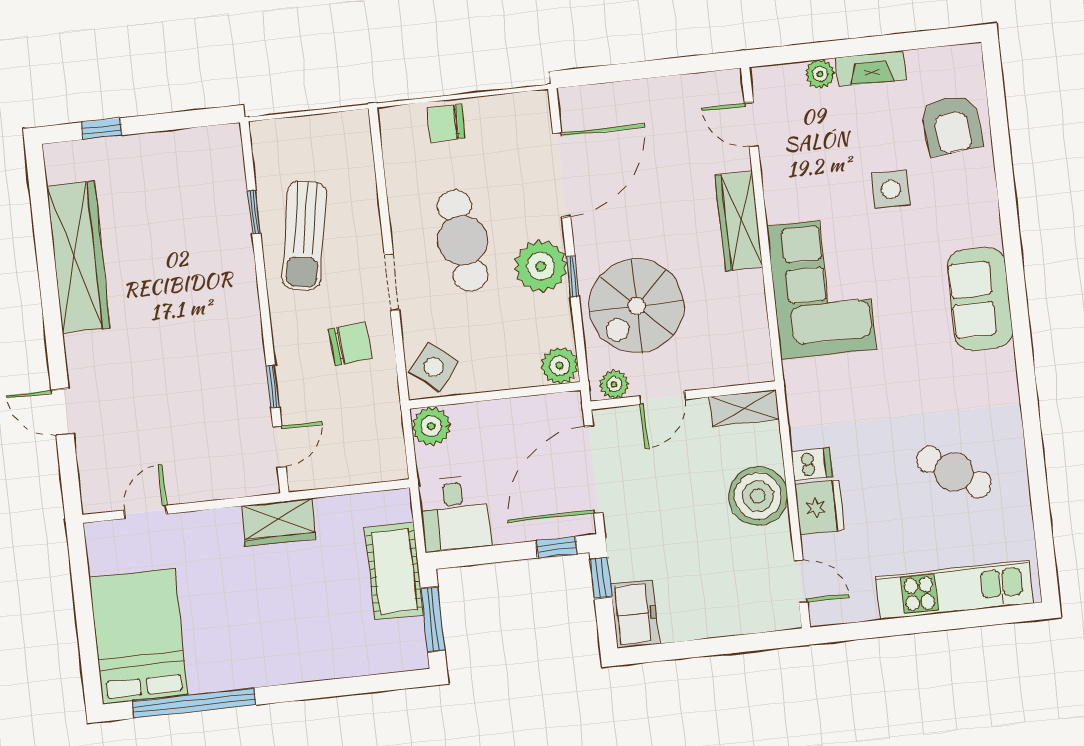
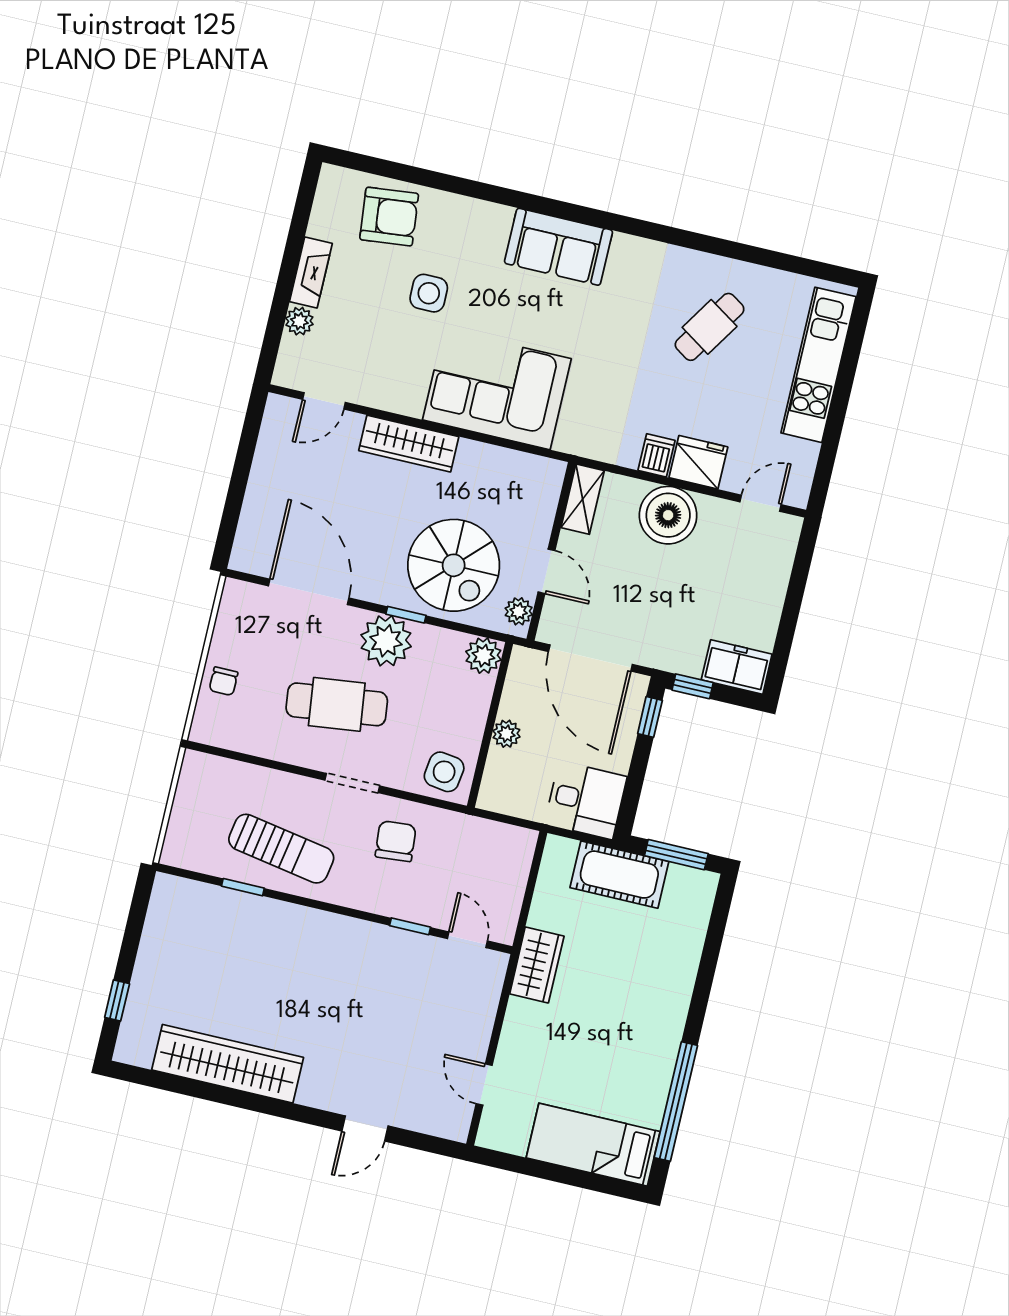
chair: (446, 123) -> (224, 681), width x0.73, depth x0.73
side table: (434, 367) -> (444, 772), turned -31
plant: (431, 426) -> (506, 734), moved, width x0.73, depth x0.73
bed: (139, 636) -> (593, 1145), width x0.67

